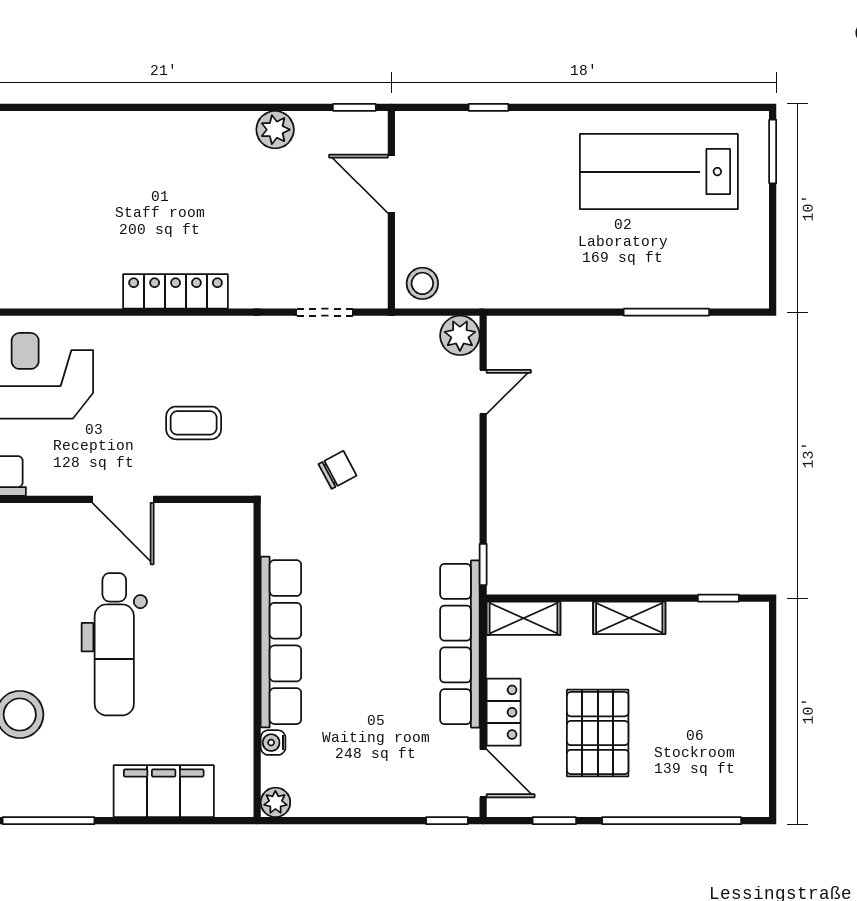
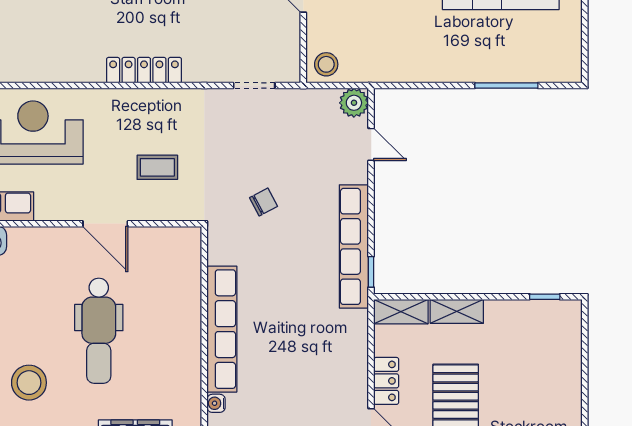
door: (483, 392) -> (371, 144), hinge flipped
shelving: (629, 618) -> (457, 311), moved
row of seats: (460, 644) -> (354, 246), moved

